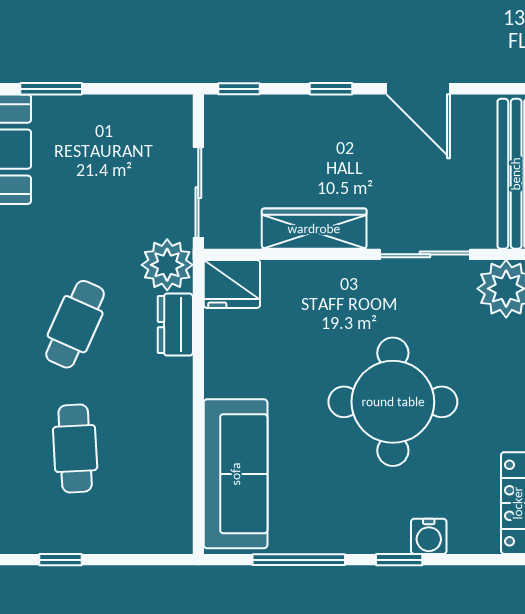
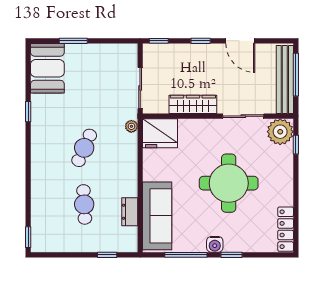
plant: (167, 265) -> (131, 126), width x0.53, depth x0.53
fridge: (232, 284) -> (160, 133), width x1.36, depth x1.34
dresser: (175, 325) -> (130, 212), moved
water cooler: (429, 536) -> (215, 244), moved
window: (60, 560) -> (107, 255), moved

